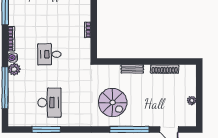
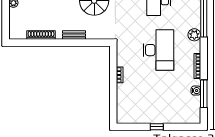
desk: (49, 54) -> (158, 50), width x1.87, depth x1.30
water cooler: (13, 58) -> (196, 91), moved

